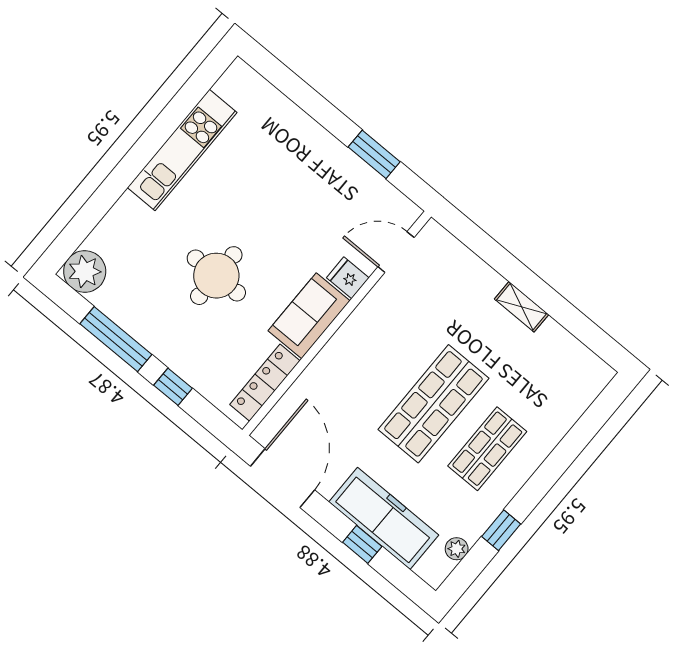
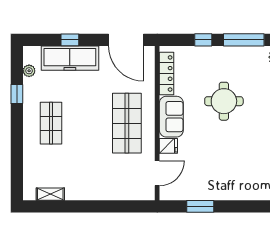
shelving: (522, 307) -> (50, 194), moved
shop shelf: (433, 404) -> (127, 123), moved

